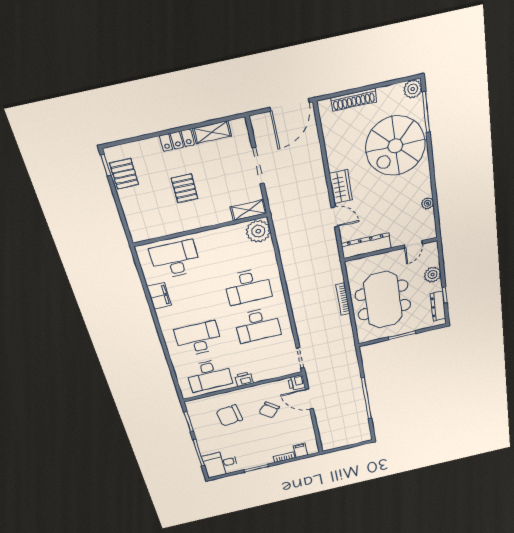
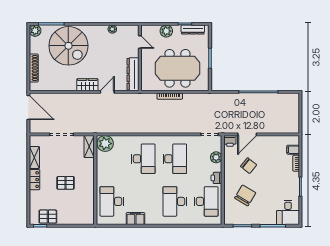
plant: (271, 372) -> (216, 157), added
chair: (229, 415) -> (245, 195), turned -141

